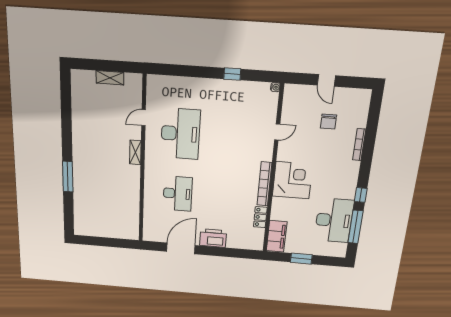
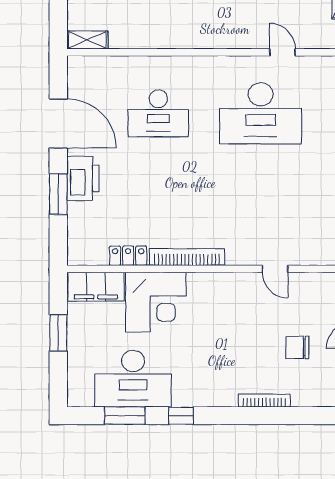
shelving: (135, 152) -> (87, 40), moved
corner desk: (292, 180) -> (156, 302), moved
window: (355, 227) -> (125, 416), width x0.69
window: (221, 252) -> (58, 194), added

